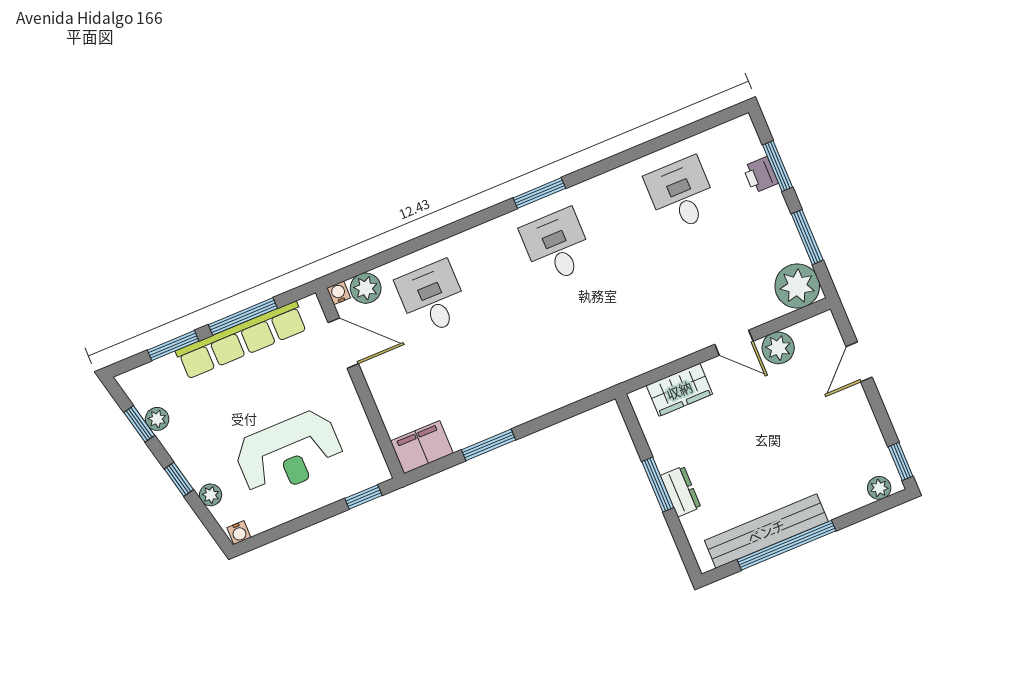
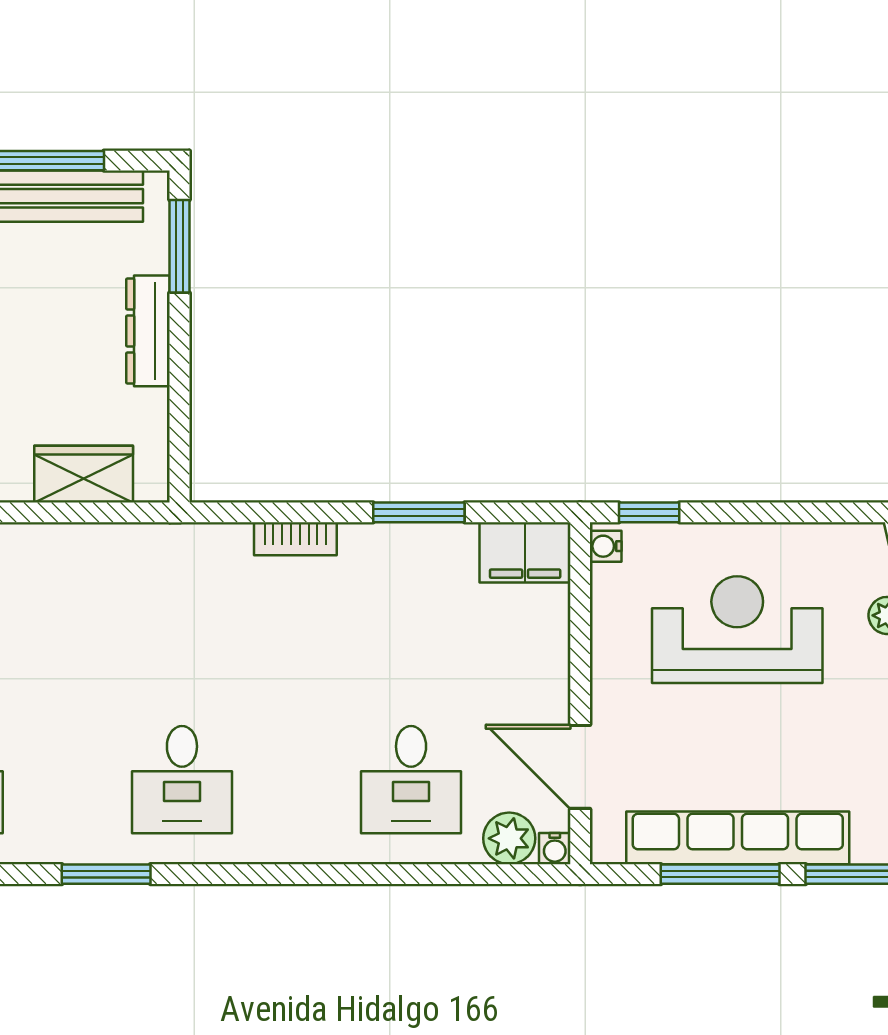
window: (539, 193) -> (106, 874), moved
bookcase: (550, 403) -> (295, 539), added
window: (658, 485) -> (180, 246), moved
dresser: (681, 491) -> (148, 331), width x1.44
water cooler: (239, 533) -> (606, 546), moved, turned -90

